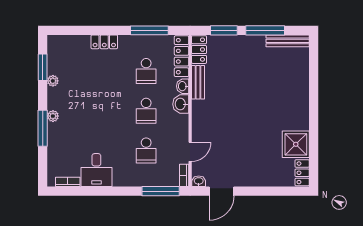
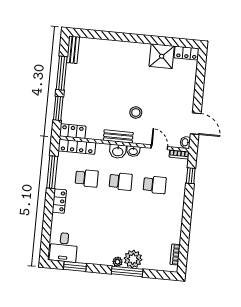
bench: (288, 41) -> (73, 50), width x0.73
locker: (104, 42) -> (59, 201), moved
plant: (53, 81) -> (133, 259), moved, width x1.88, depth x1.88
bench: (198, 82) -> (118, 136), moved
washbasin: (183, 86) -> (133, 151), moved
stool: (228, 121) -> (136, 113), added
desk: (96, 170) -> (64, 247), moved, turned 90
window: (161, 191) -> (191, 176), width x0.46

